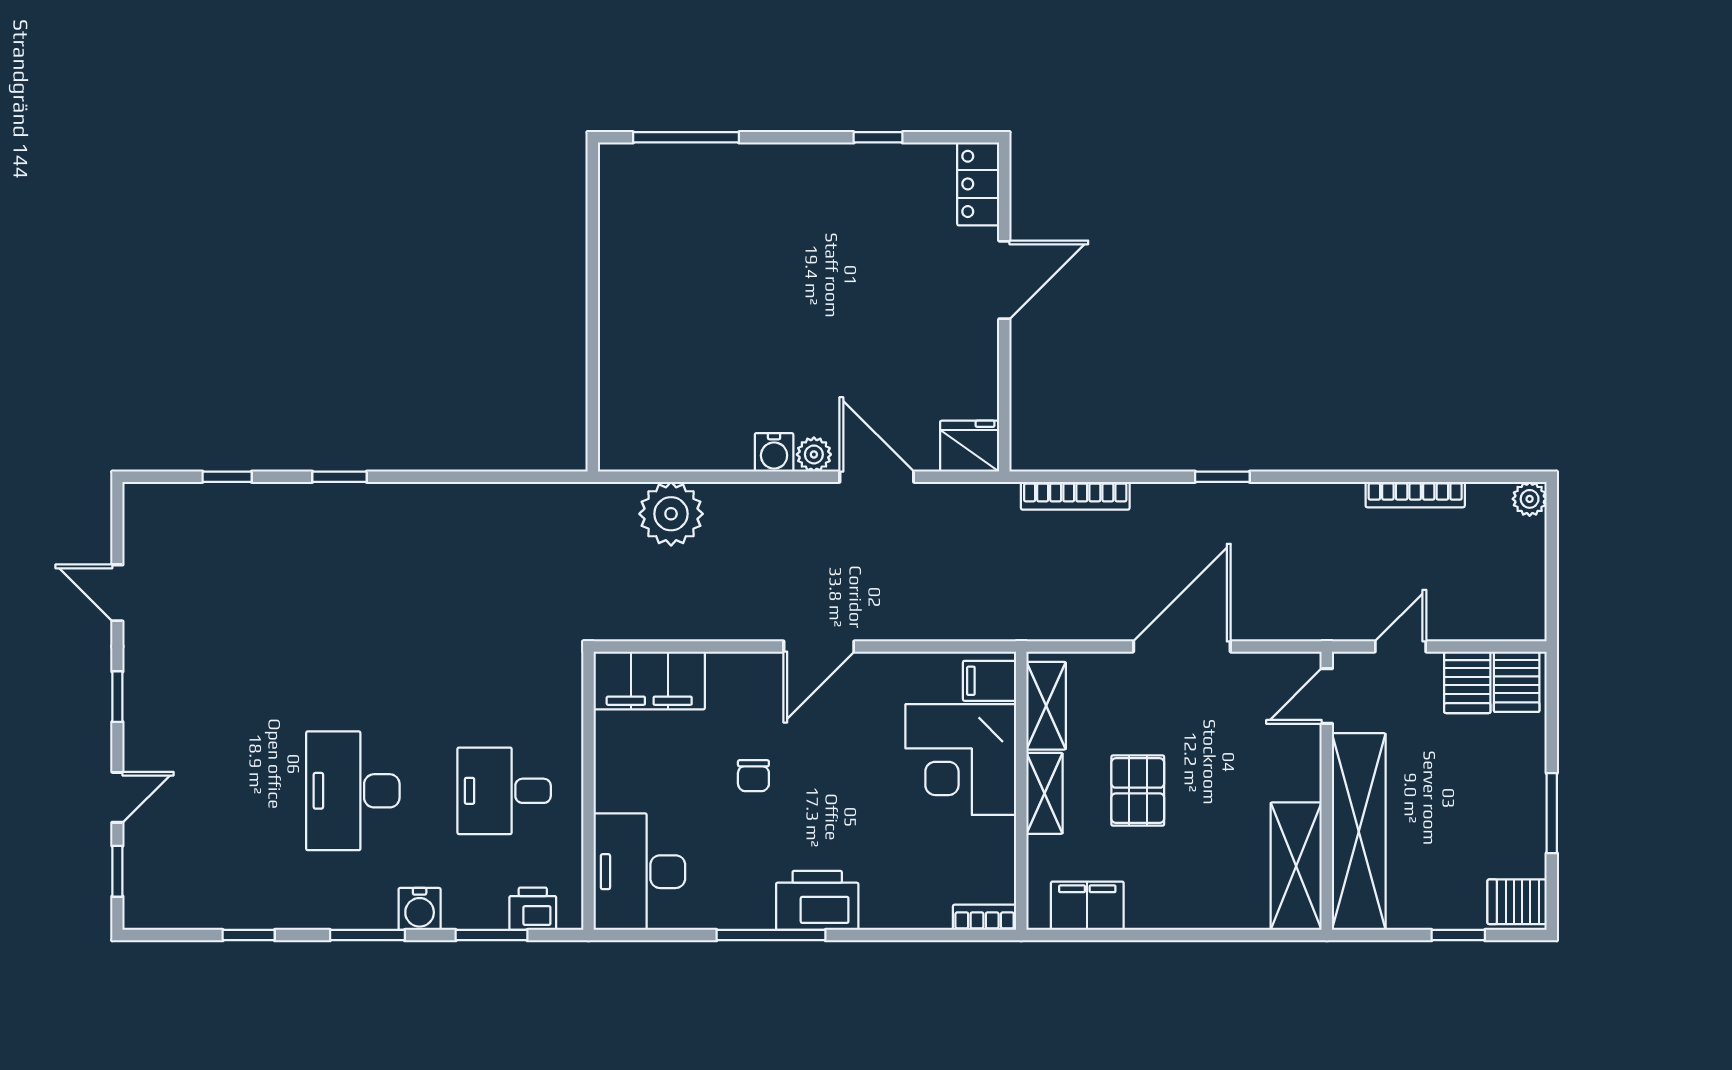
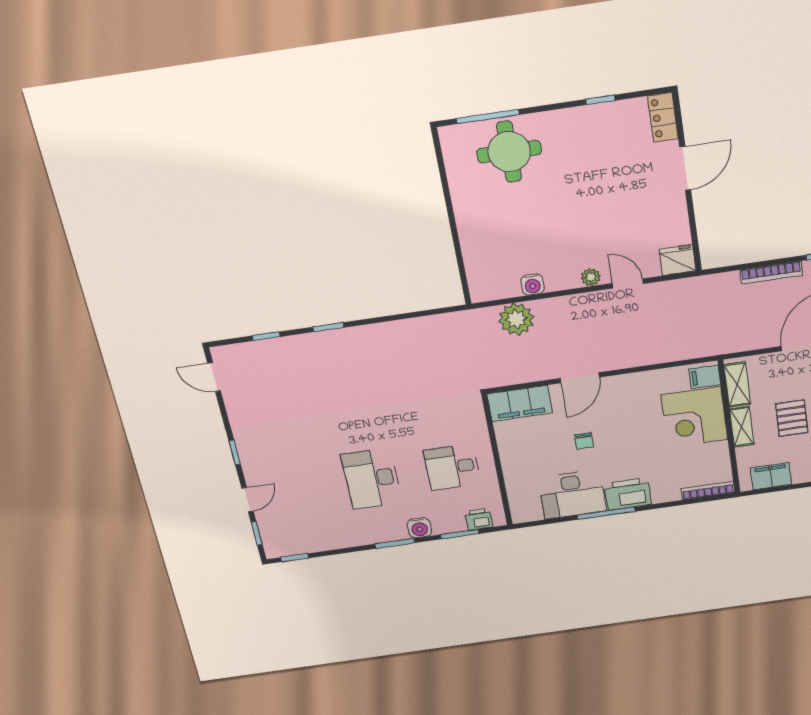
round table: (711, 204) -> (509, 152), added
water cooler: (774, 452) -> (532, 285), moved
door: (877, 477) -> (628, 284), width x0.73
bookcase: (1075, 496) -> (771, 273), moved
door: (117, 593) -> (214, 377), moved
door: (819, 647) -> (580, 378), moved
desk: (639, 872) -> (572, 494), moved, turned -90
bookcase: (985, 917) -> (708, 491), width x1.56
window: (249, 935) -> (295, 558), moved

